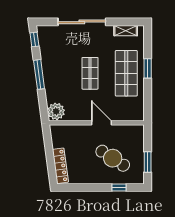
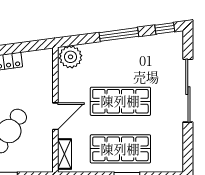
shelving: (126, 31) -> (64, 154), moved
shop shelf: (90, 73) -> (120, 101), width x1.43, depth x1.36

